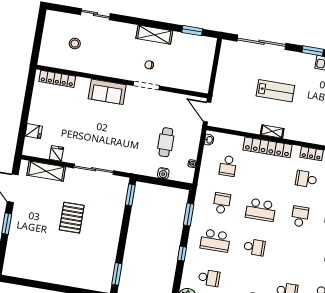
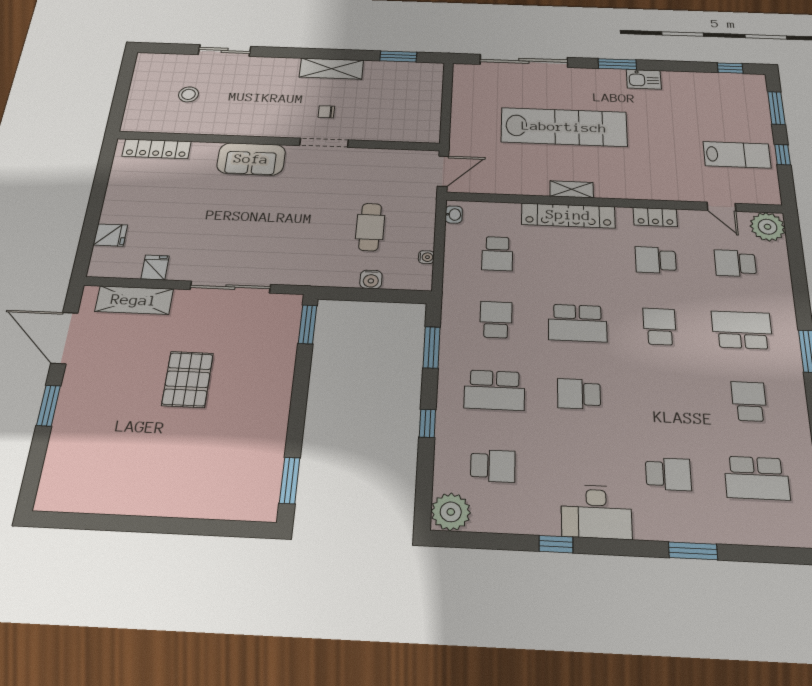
lab bench: (275, 91) -> (564, 127), width x1.86, depth x1.39
door: (207, 112) -> (443, 171), swing flipped
school desk: (254, 247) -> (579, 394), turned 180

